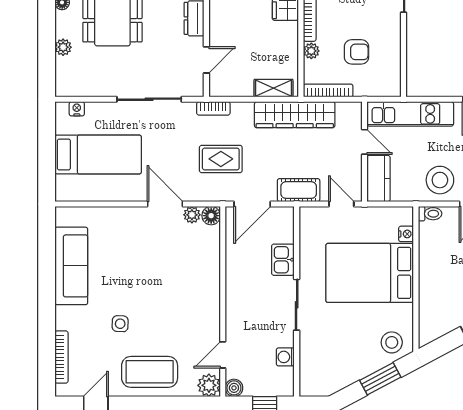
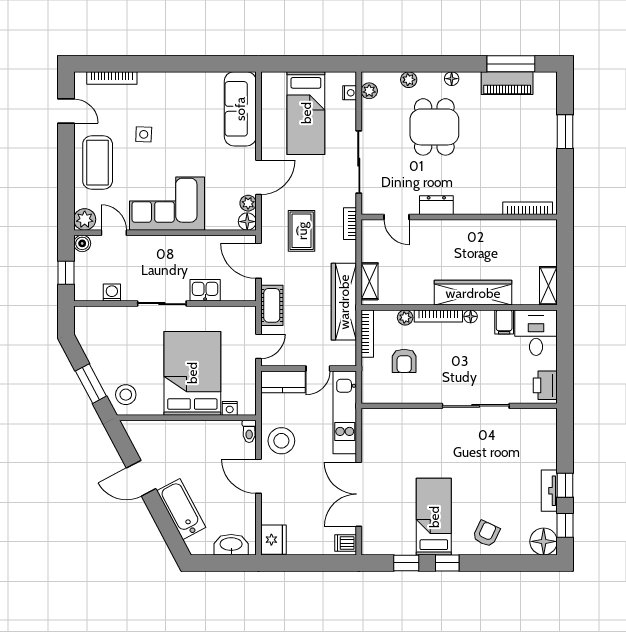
plant: (75, 88) -> (369, 91), added
sofa: (71, 266) -> (240, 109), moved, turned 90
corner sofa: (192, 299) -> (167, 204), added

